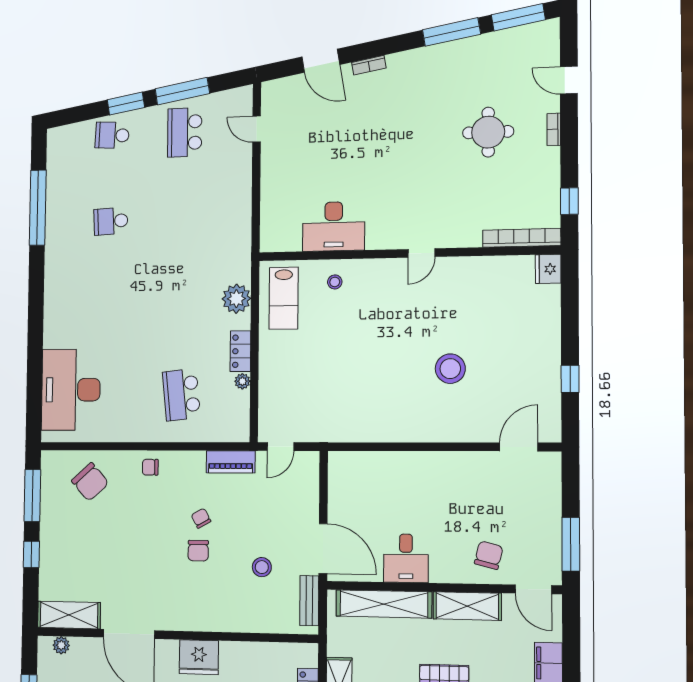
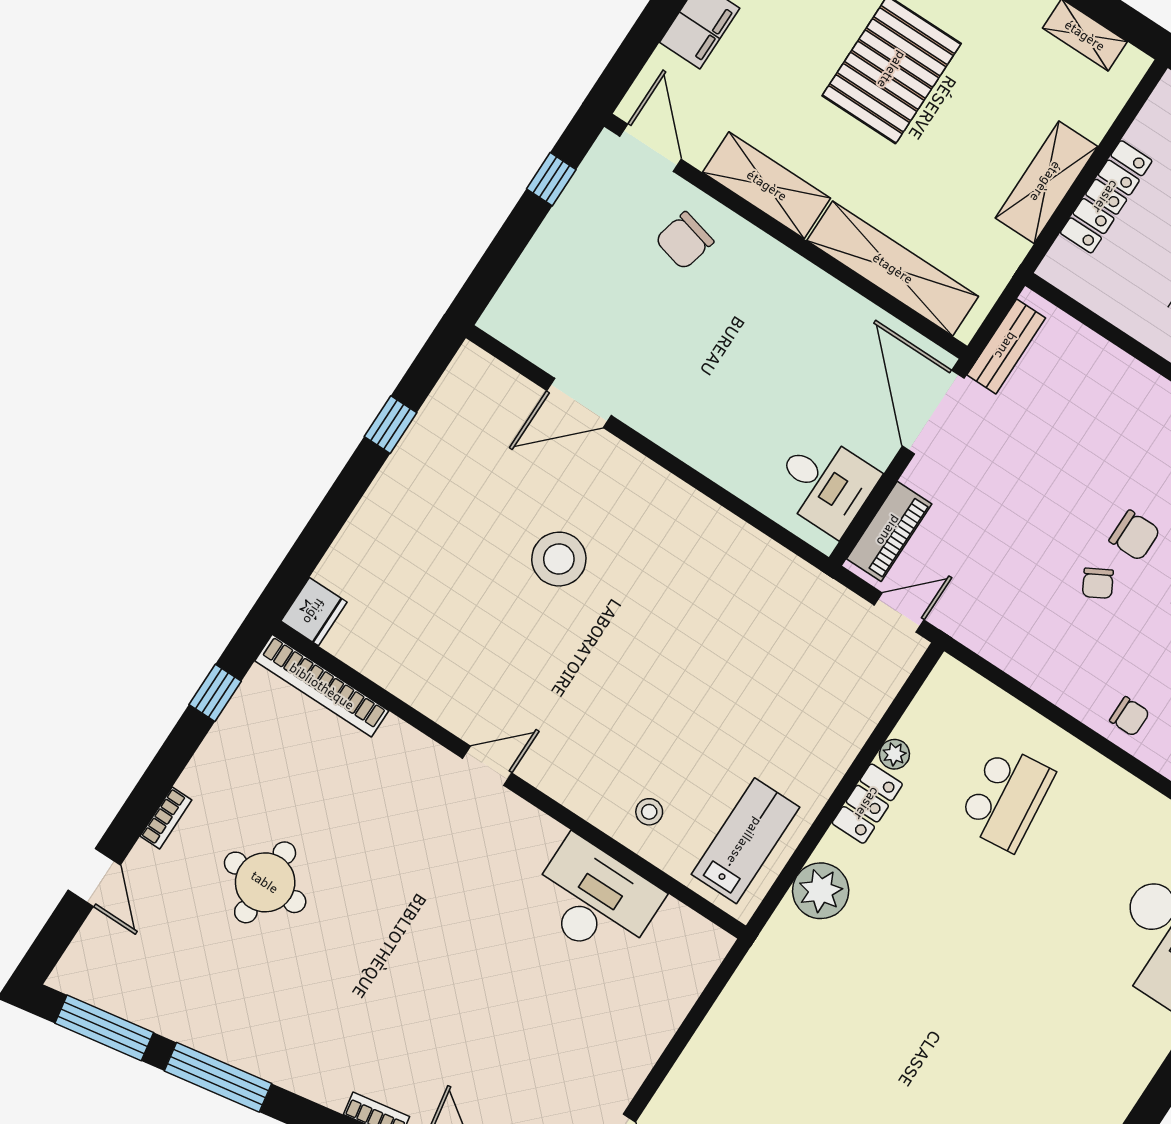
door: (519, 447) -> (579, 403), moved
piano: (231, 462) -> (889, 531), moved, turned 90
window: (571, 544) -> (551, 179), width x0.46
chair: (198, 551) -> (1135, 535), turned 90
desk: (406, 558) -> (825, 484), moved, turned 90
stool: (262, 567) -> (1048, 445), removed

